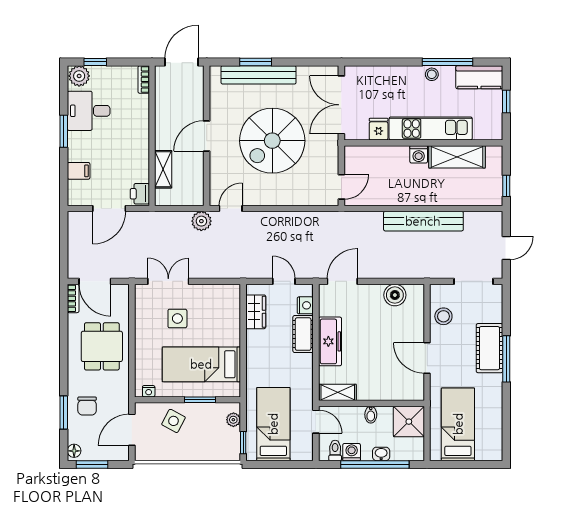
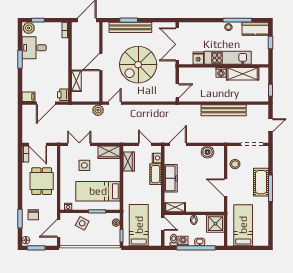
filing cabinet: (79, 171) -> (28, 97), moved
wardrobe: (221, 295) -> (109, 152), added

